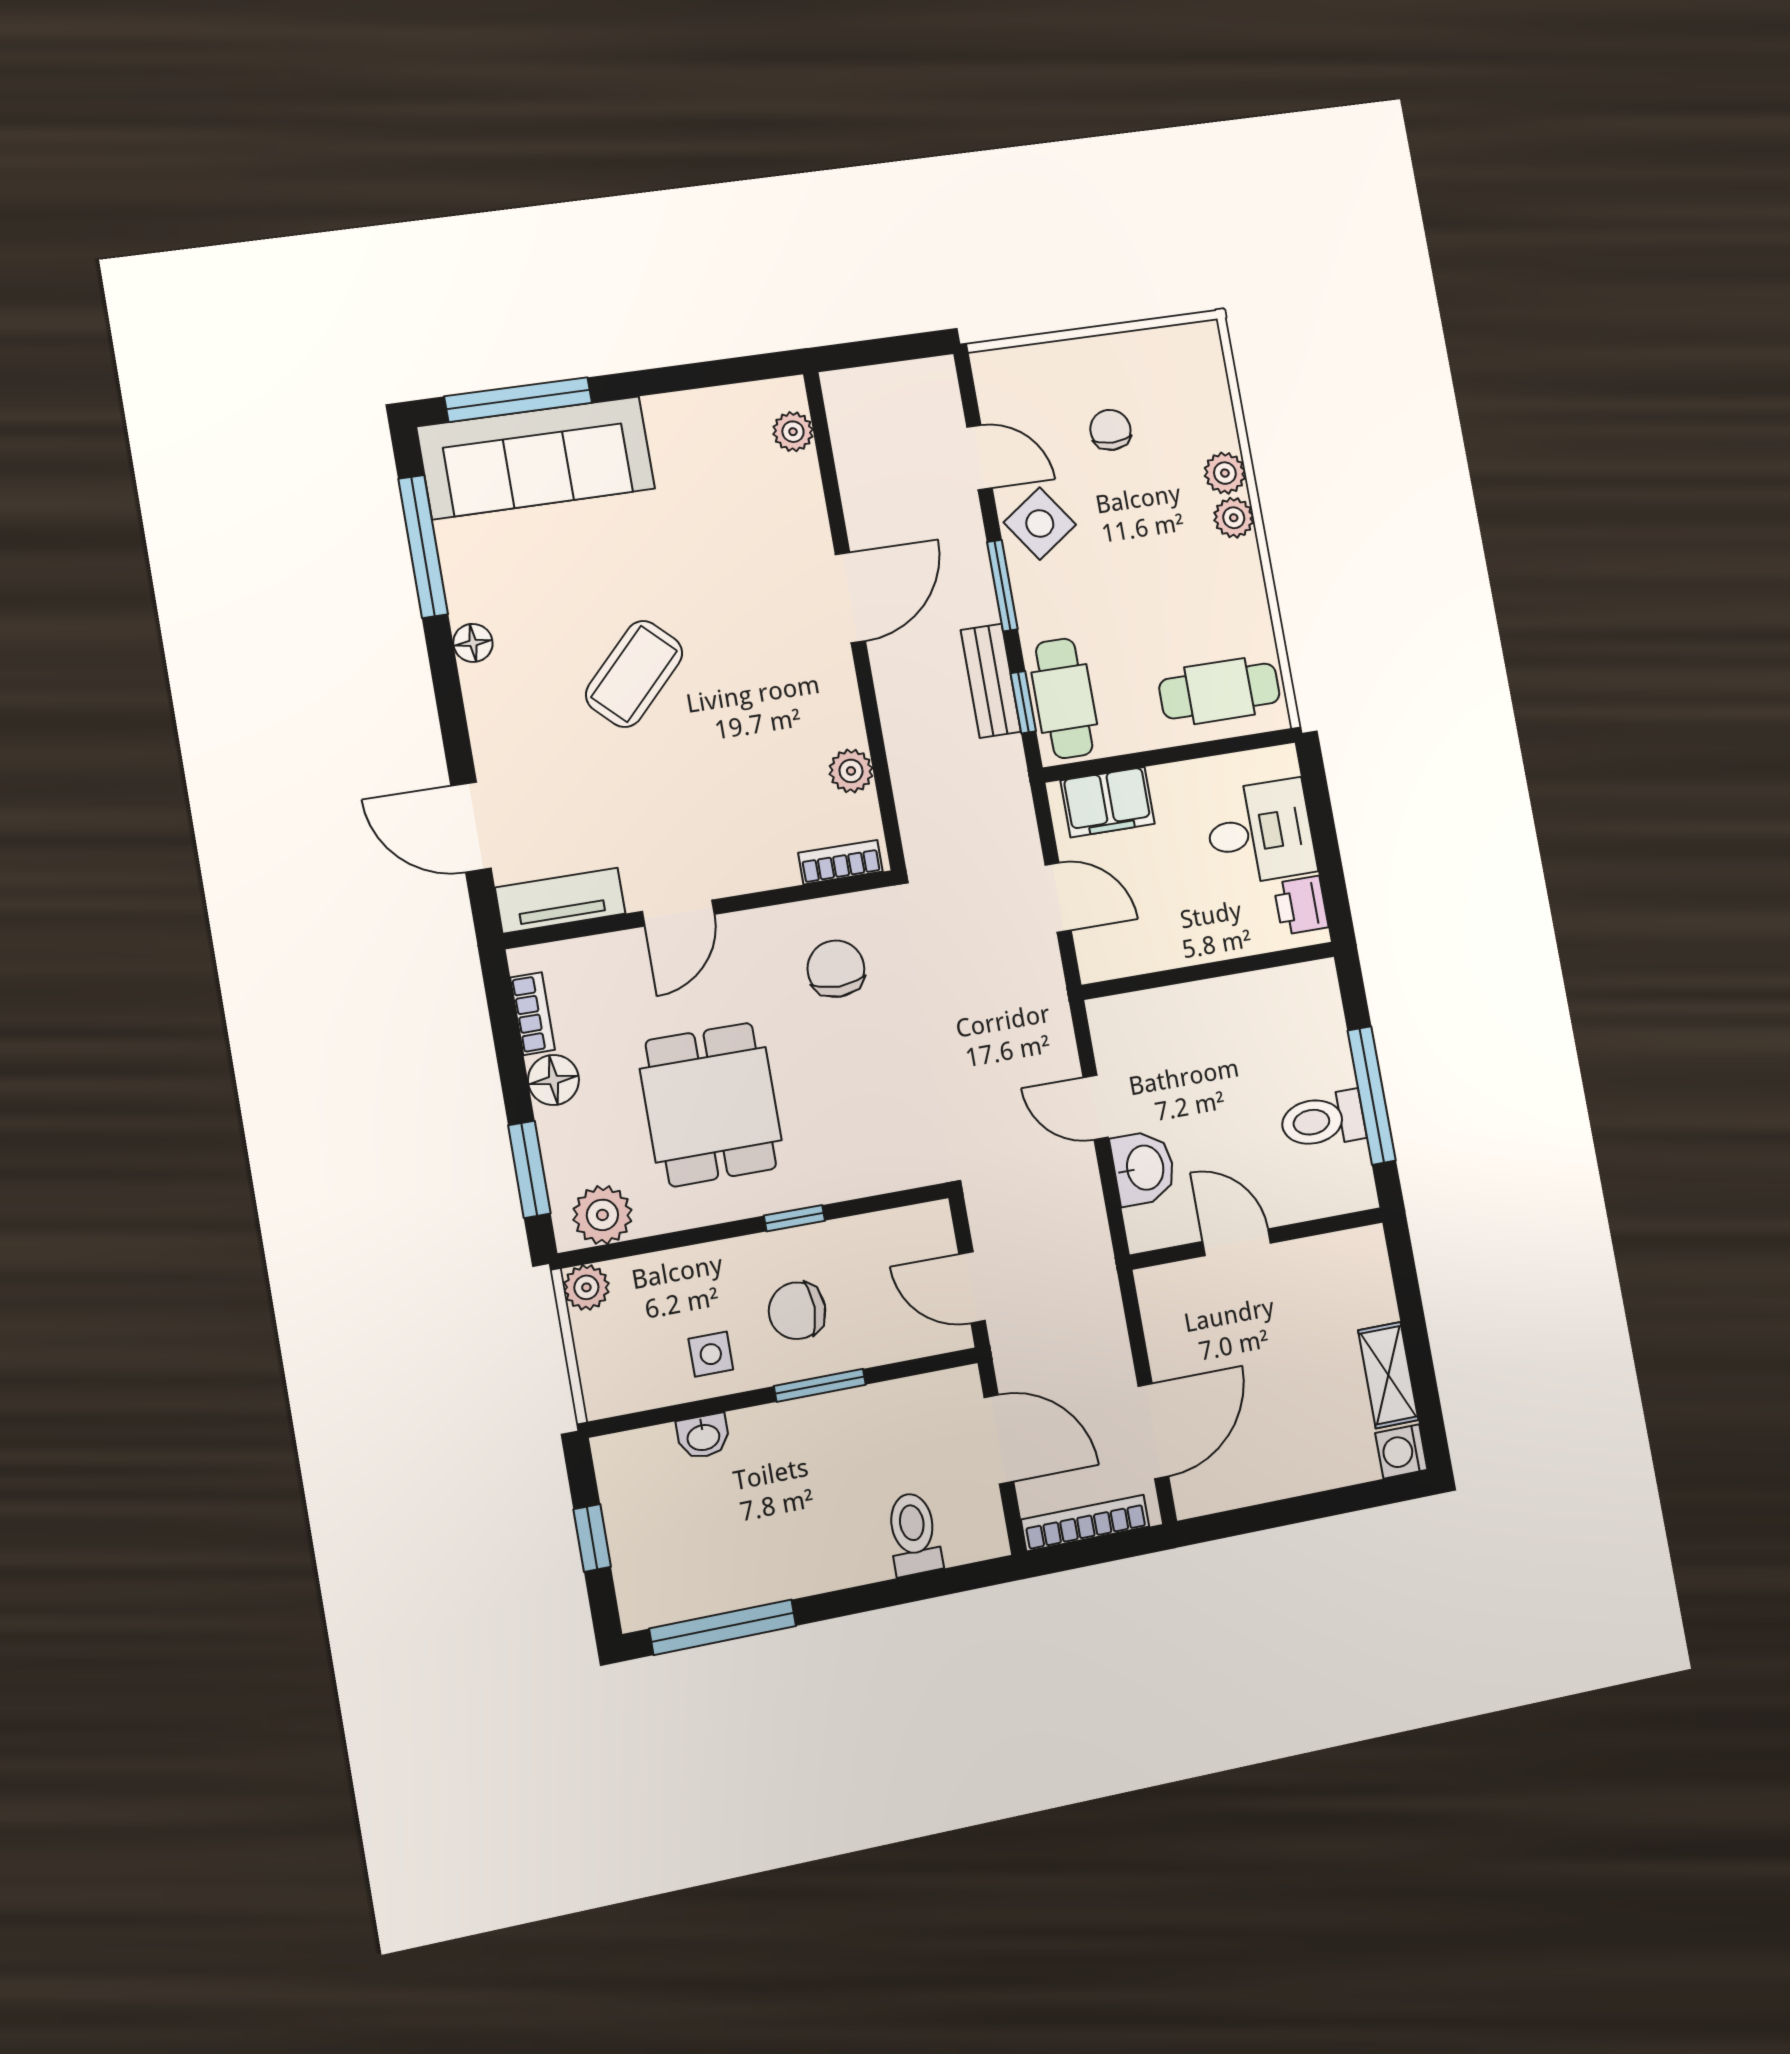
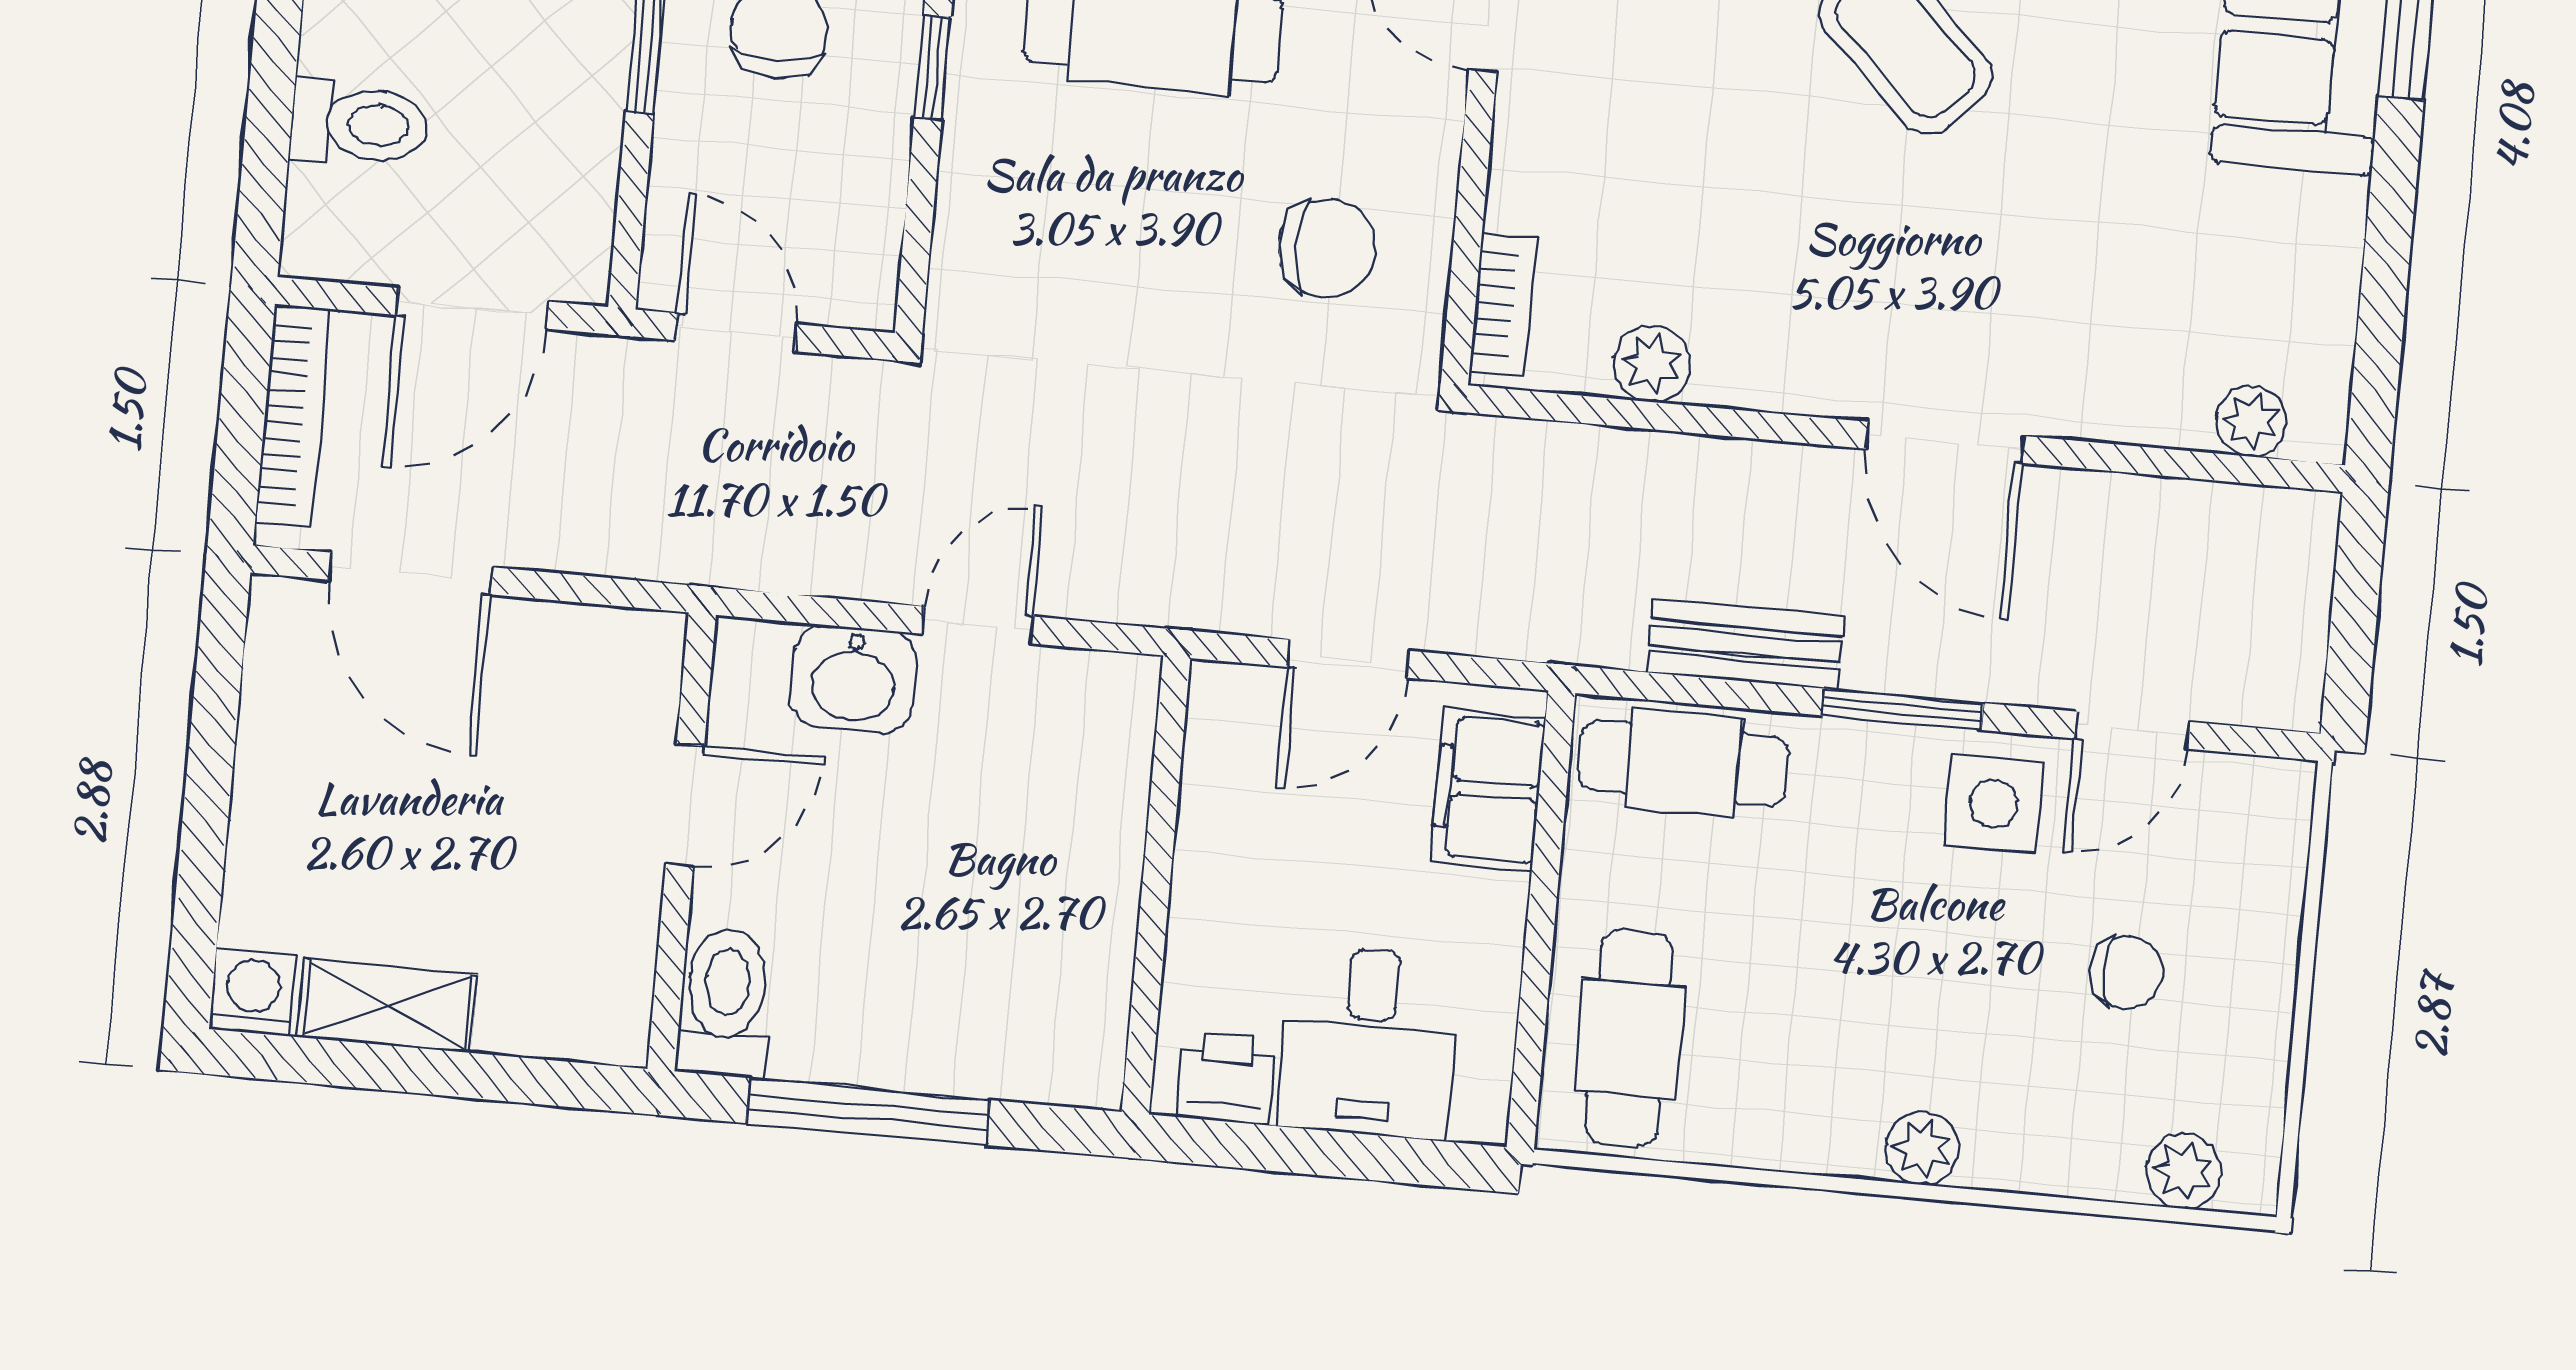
plant: (1225, 473) -> (2184, 1171), moved
side table: (1040, 524) -> (1994, 804), turned 35
window: (1023, 702) -> (1695, 690), removed
toilet: (1323, 1120) -> (726, 1002), moved
door: (972, 1287) -> (736, 332), hinge flipped

